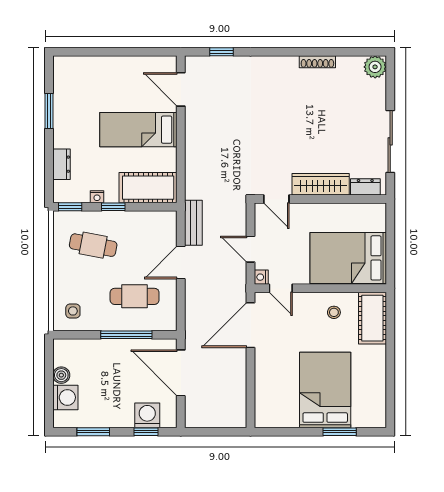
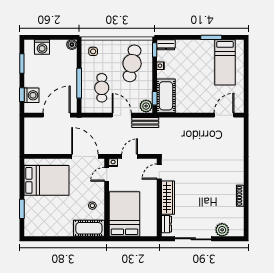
window: (222, 52) -> (246, 139), removed
plant: (375, 67) -> (222, 230), moved
bed: (138, 130) -> (225, 62), moved, turned 180
dresser: (62, 164) -> (166, 45), moved
window: (113, 207) -> (155, 98), moved
plant: (165, 221) -> (146, 106), added
cafe table: (93, 245) -> (132, 63), width x1.37, depth x1.35
boiler: (61, 375) -> (72, 45), moved
bed: (325, 390) -> (47, 180), moved

